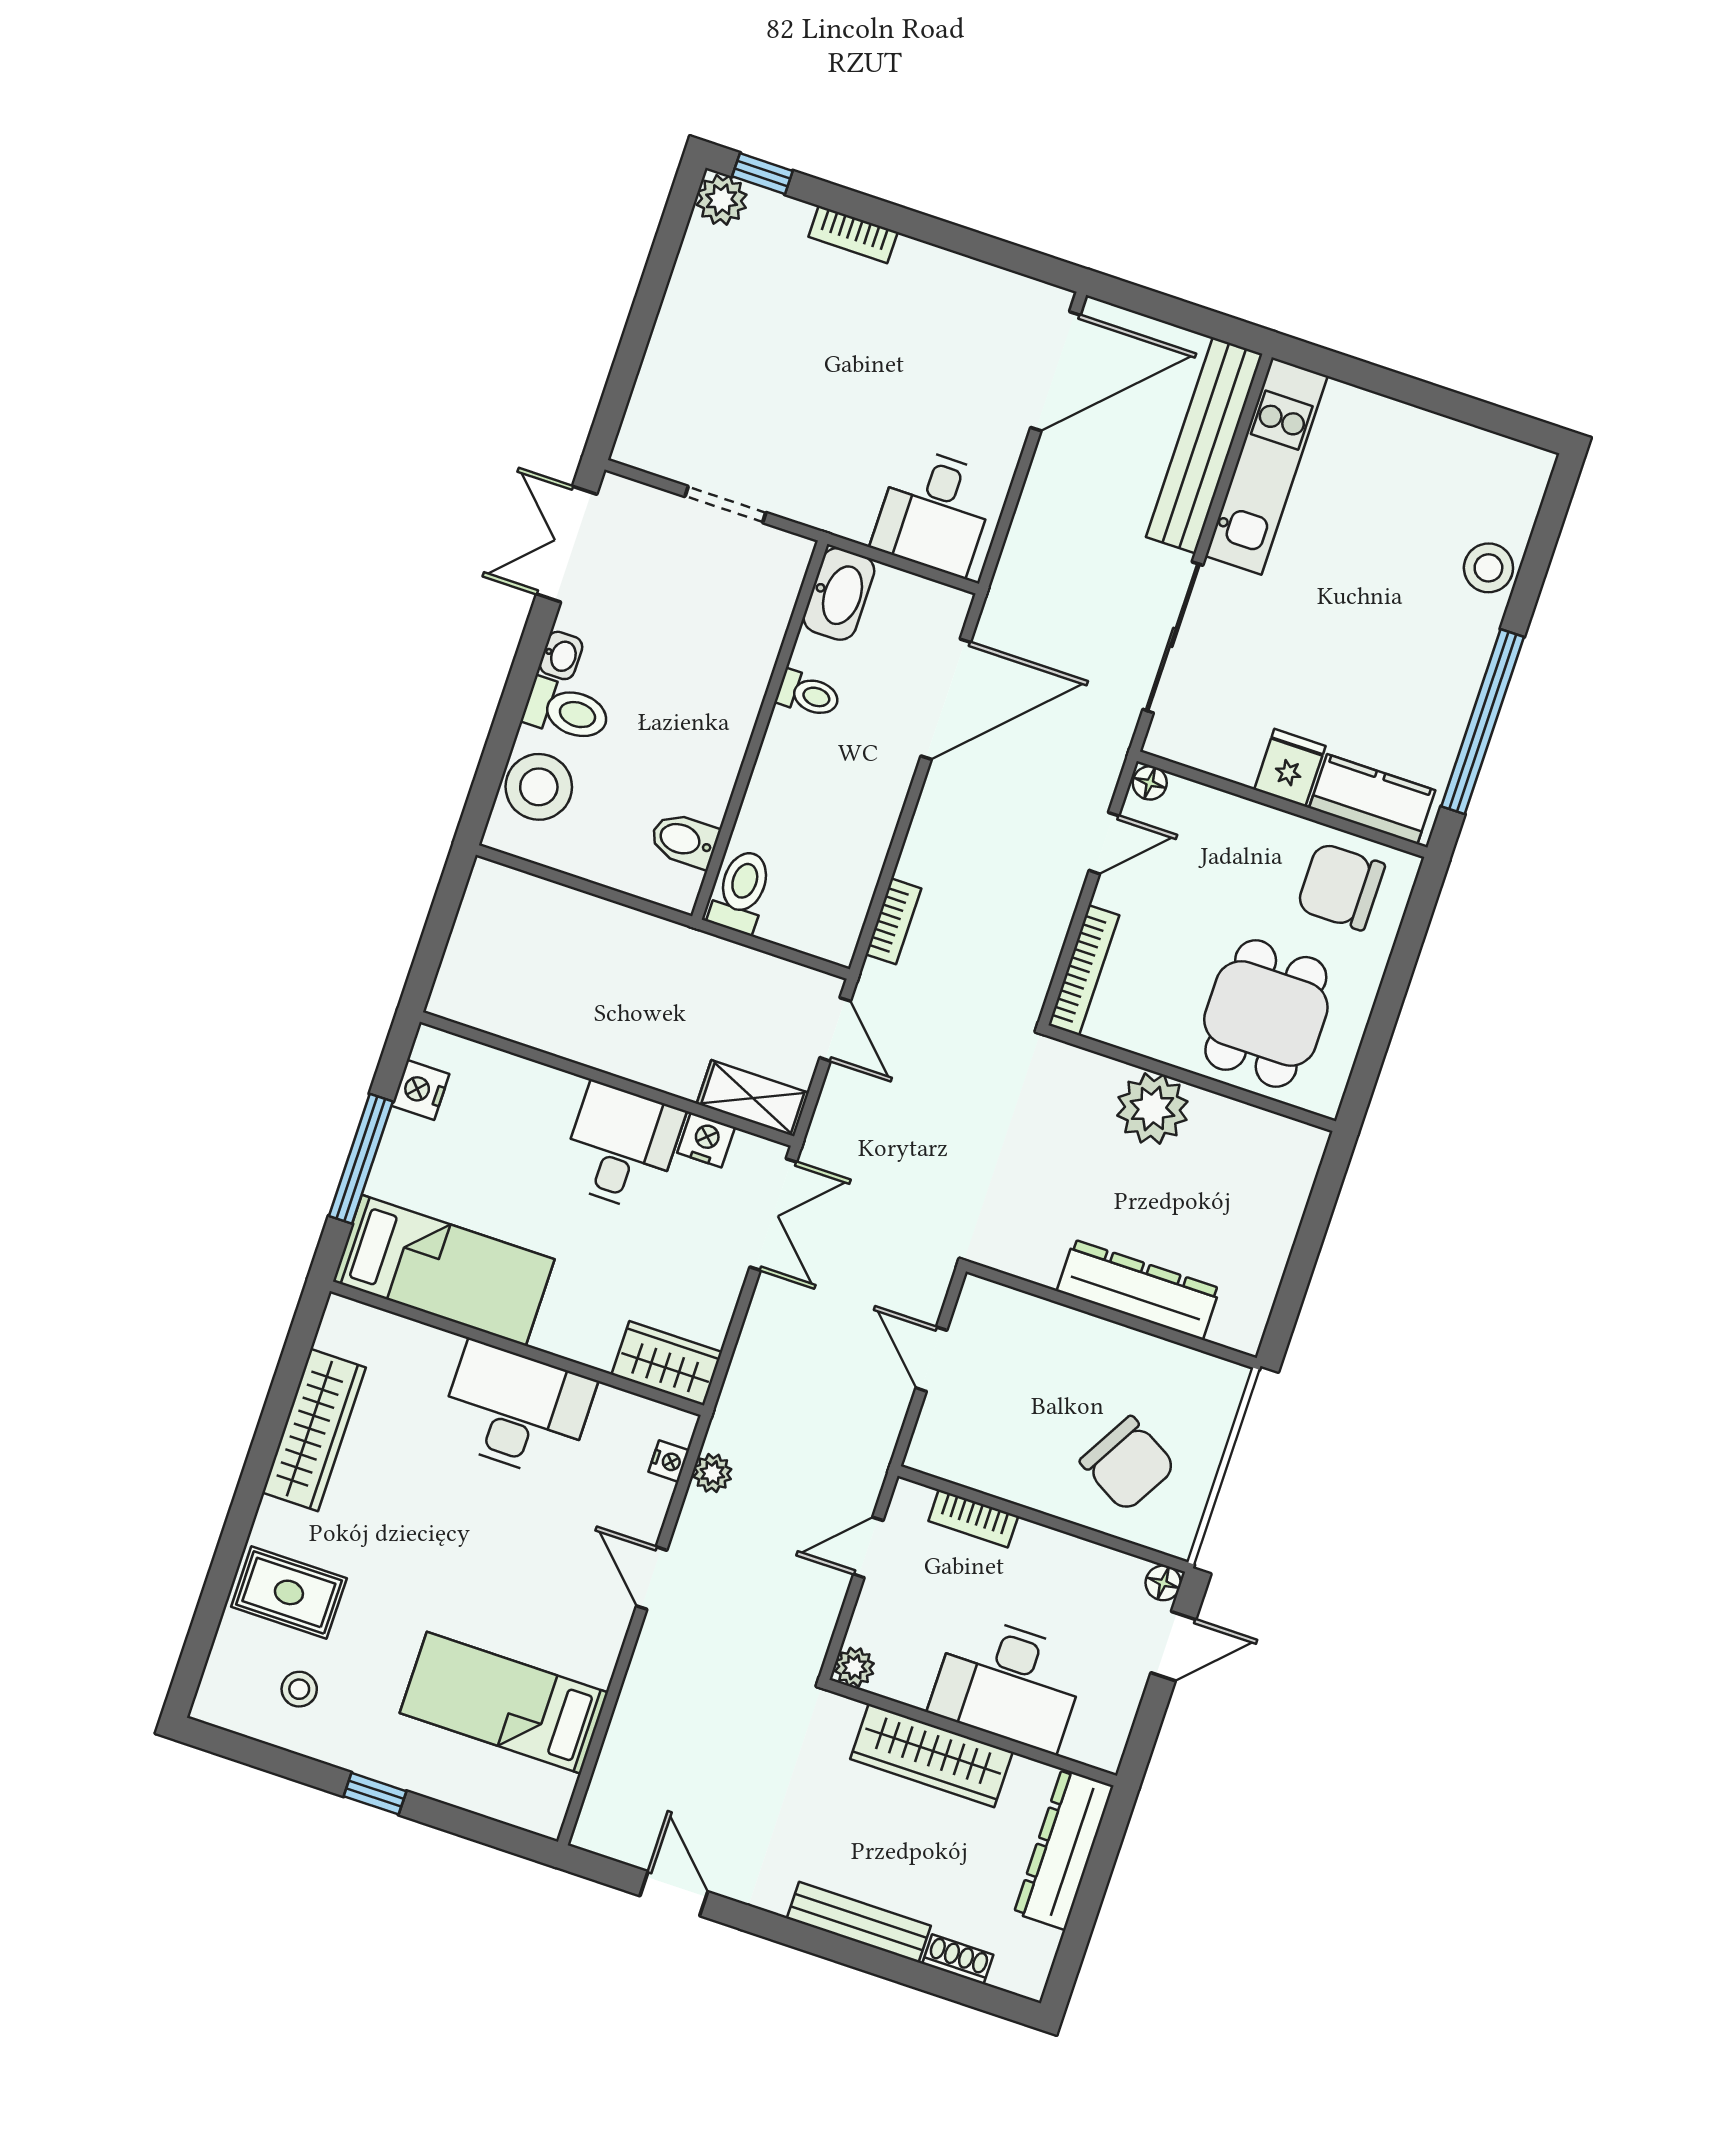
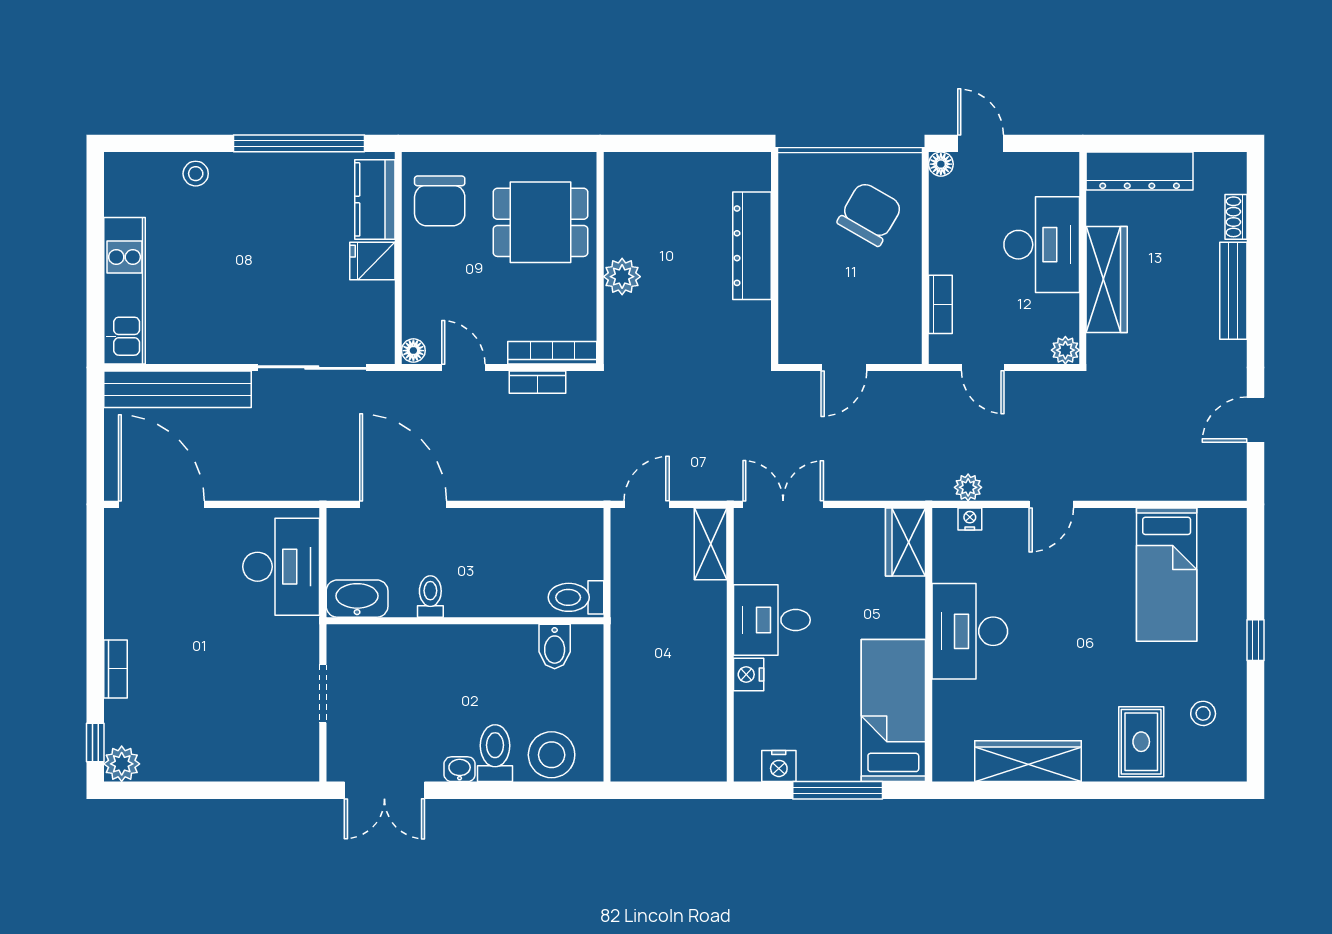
kitchen unit: (1267, 466) -> (125, 291), moved, turned 90
desk: (934, 512) -> (281, 567), width x1.37
stool: (1488, 568) -> (196, 174), width x0.73, depth x0.73
bookcase: (893, 921) -> (537, 382), moved, turned 180
plant: (1152, 1109) -> (622, 277), width x0.73, depth x0.73
nightstand: (706, 1140) -> (749, 675), moved

